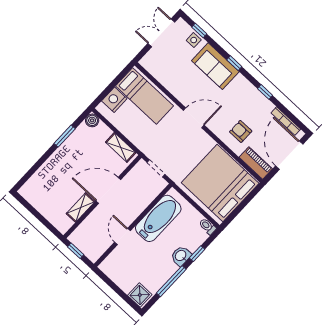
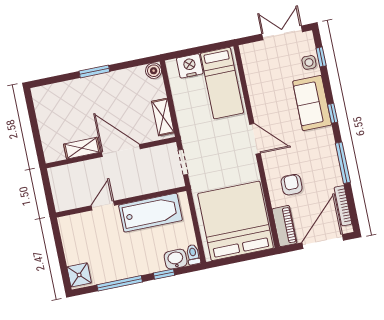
window: (265, 92) -> (343, 163), width x2.17
window: (65, 136) -> (94, 71), moved
window: (76, 251) -> (47, 187), removed
washbasin: (181, 256) -> (176, 259), moved

